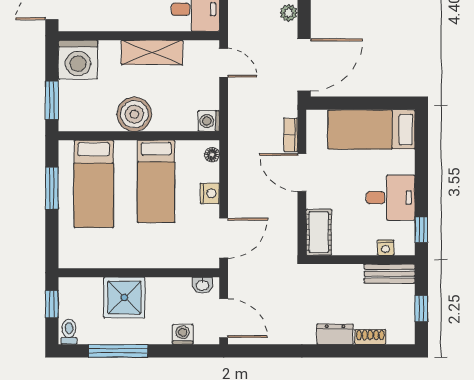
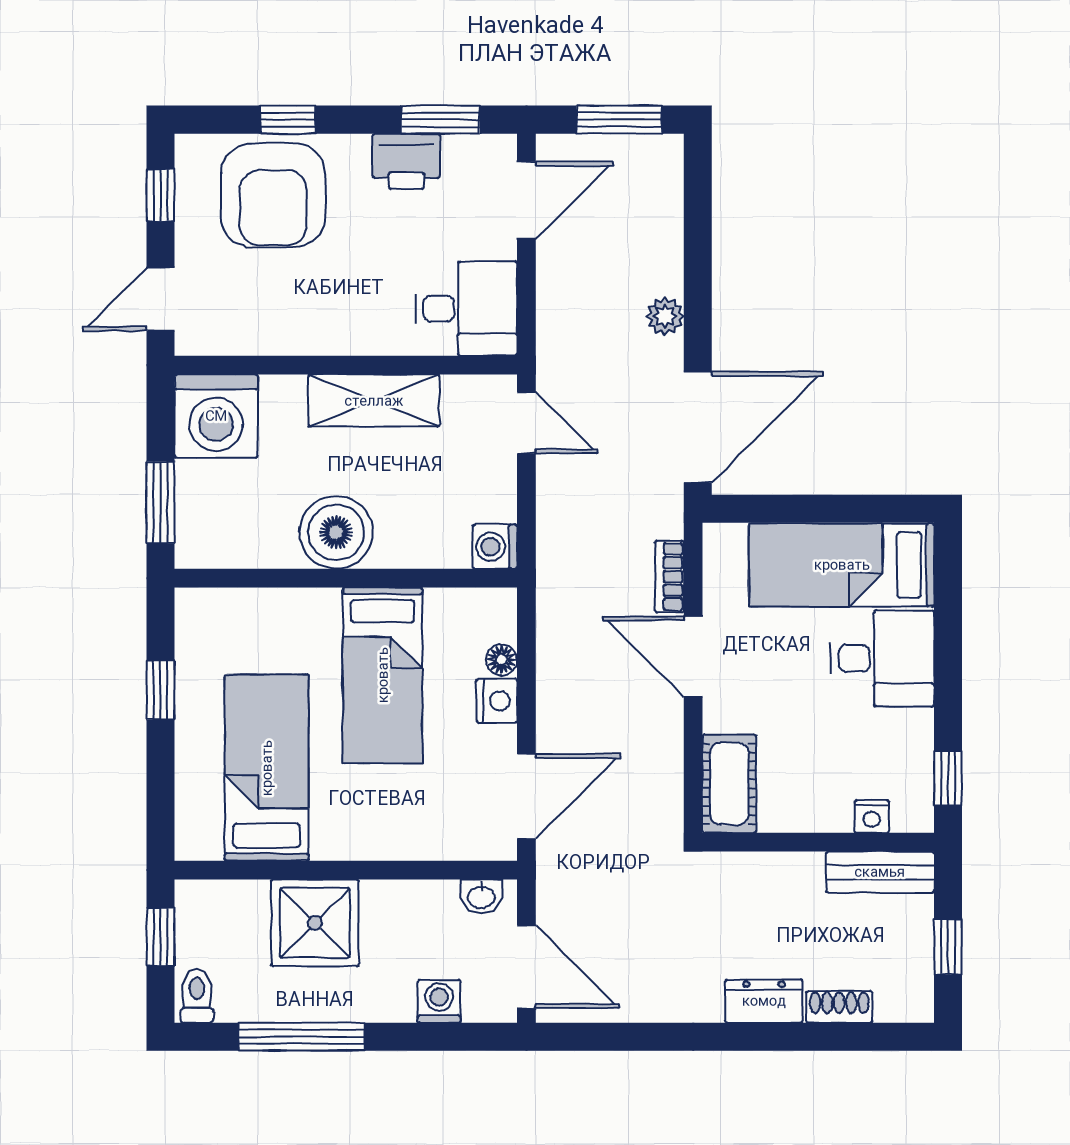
floor lamp: (212, 155) -> (502, 660), moved
bed: (94, 184) -> (267, 768), moved, turned 180
window: (52, 188) -> (161, 690), width x0.67
desk: (391, 198) -> (882, 658), moved

